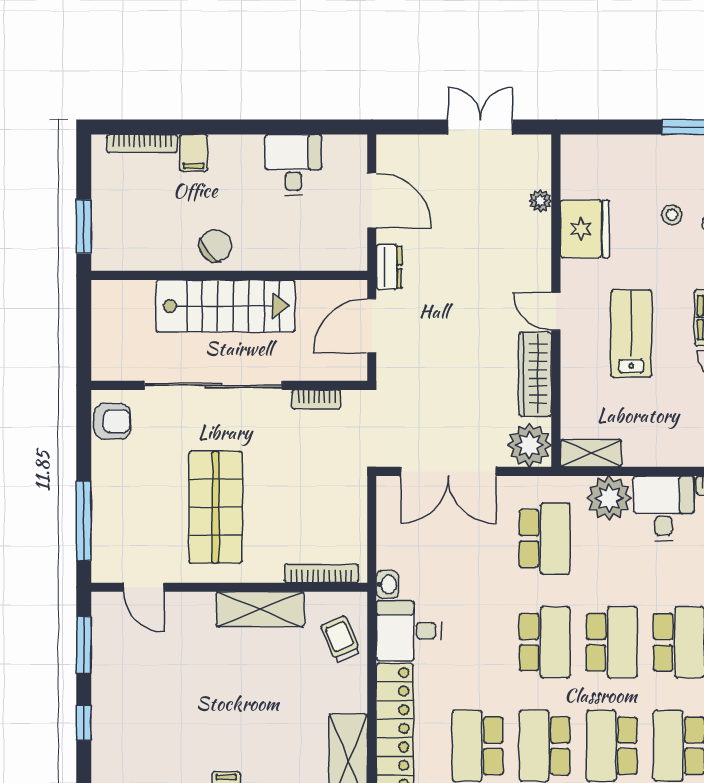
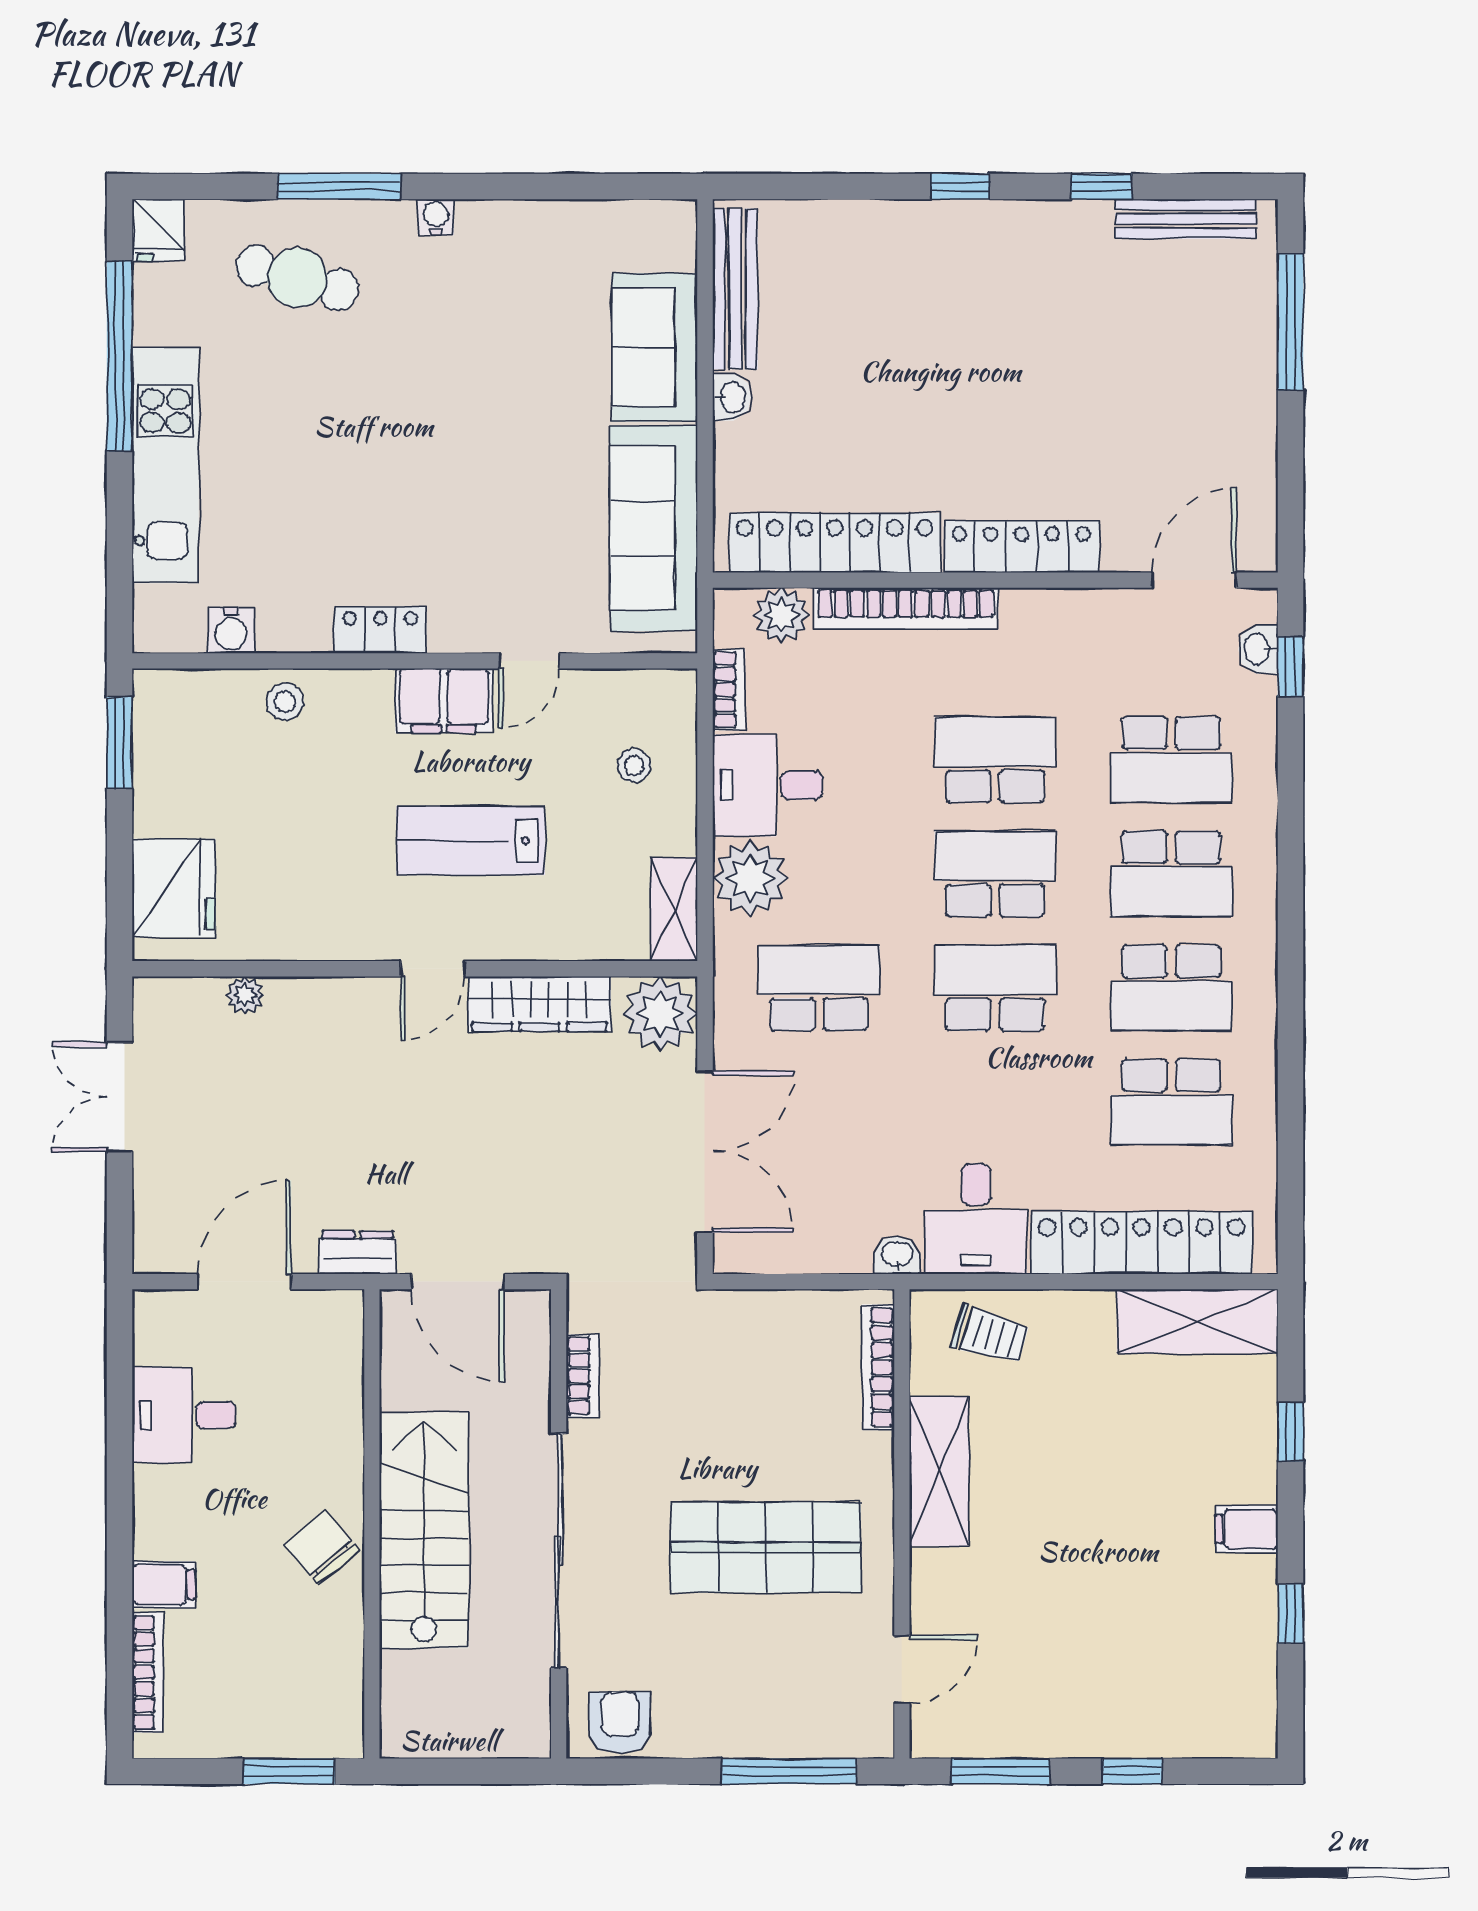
stool: (672, 215) -> (634, 766), moved
fridge: (585, 229) -> (174, 888), moved, turned 90
trolley: (341, 639) -> (990, 1335), turned -141

